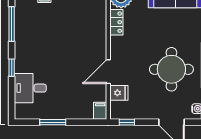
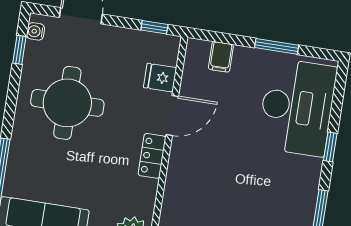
locker: (116, 22) -> (152, 156), moved
desk: (30, 88) -> (297, 107), width x1.87, depth x1.30
filing cabinet: (100, 111) -> (221, 57), moved

